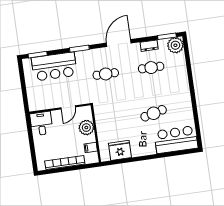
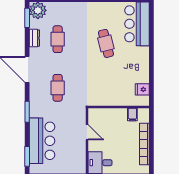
plant: (86, 128) -> (111, 116), removed
fridge: (120, 150) -> (142, 89), width x0.53, depth x0.75

